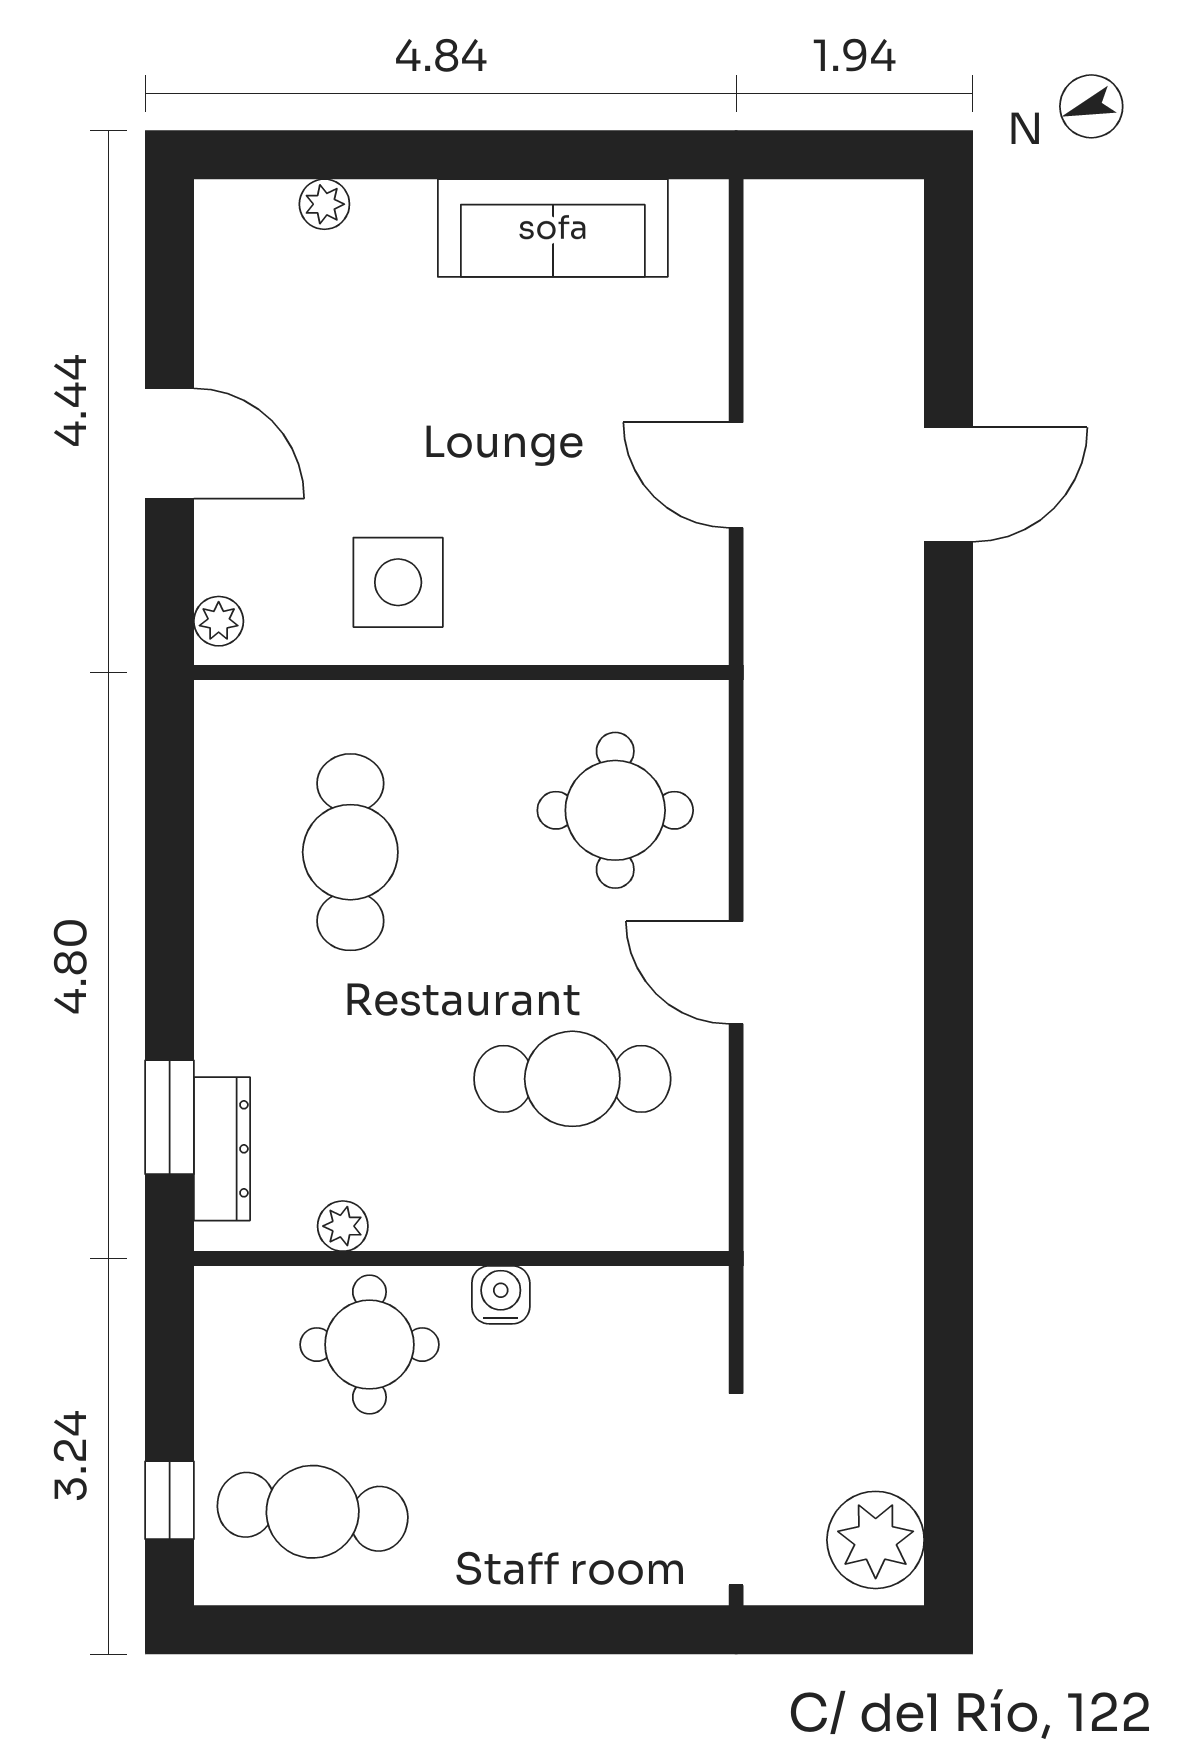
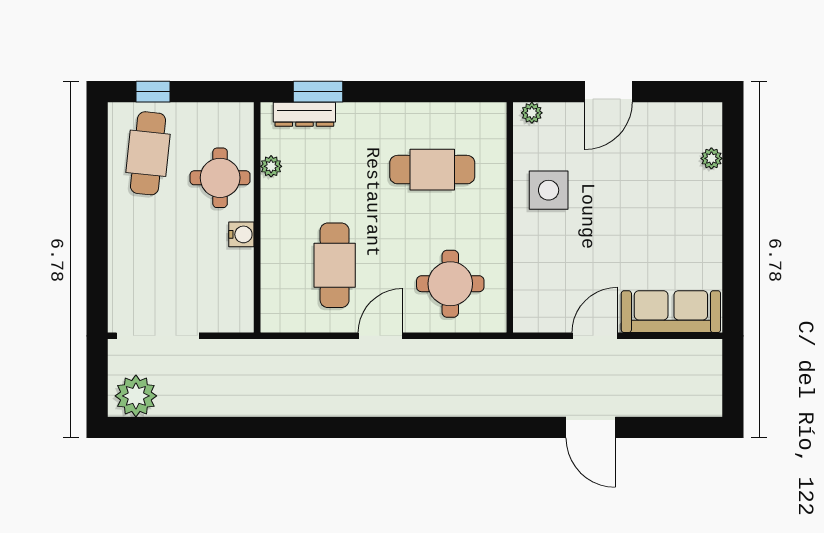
sofa: (553, 228) -> (671, 312), moved, turned 90

